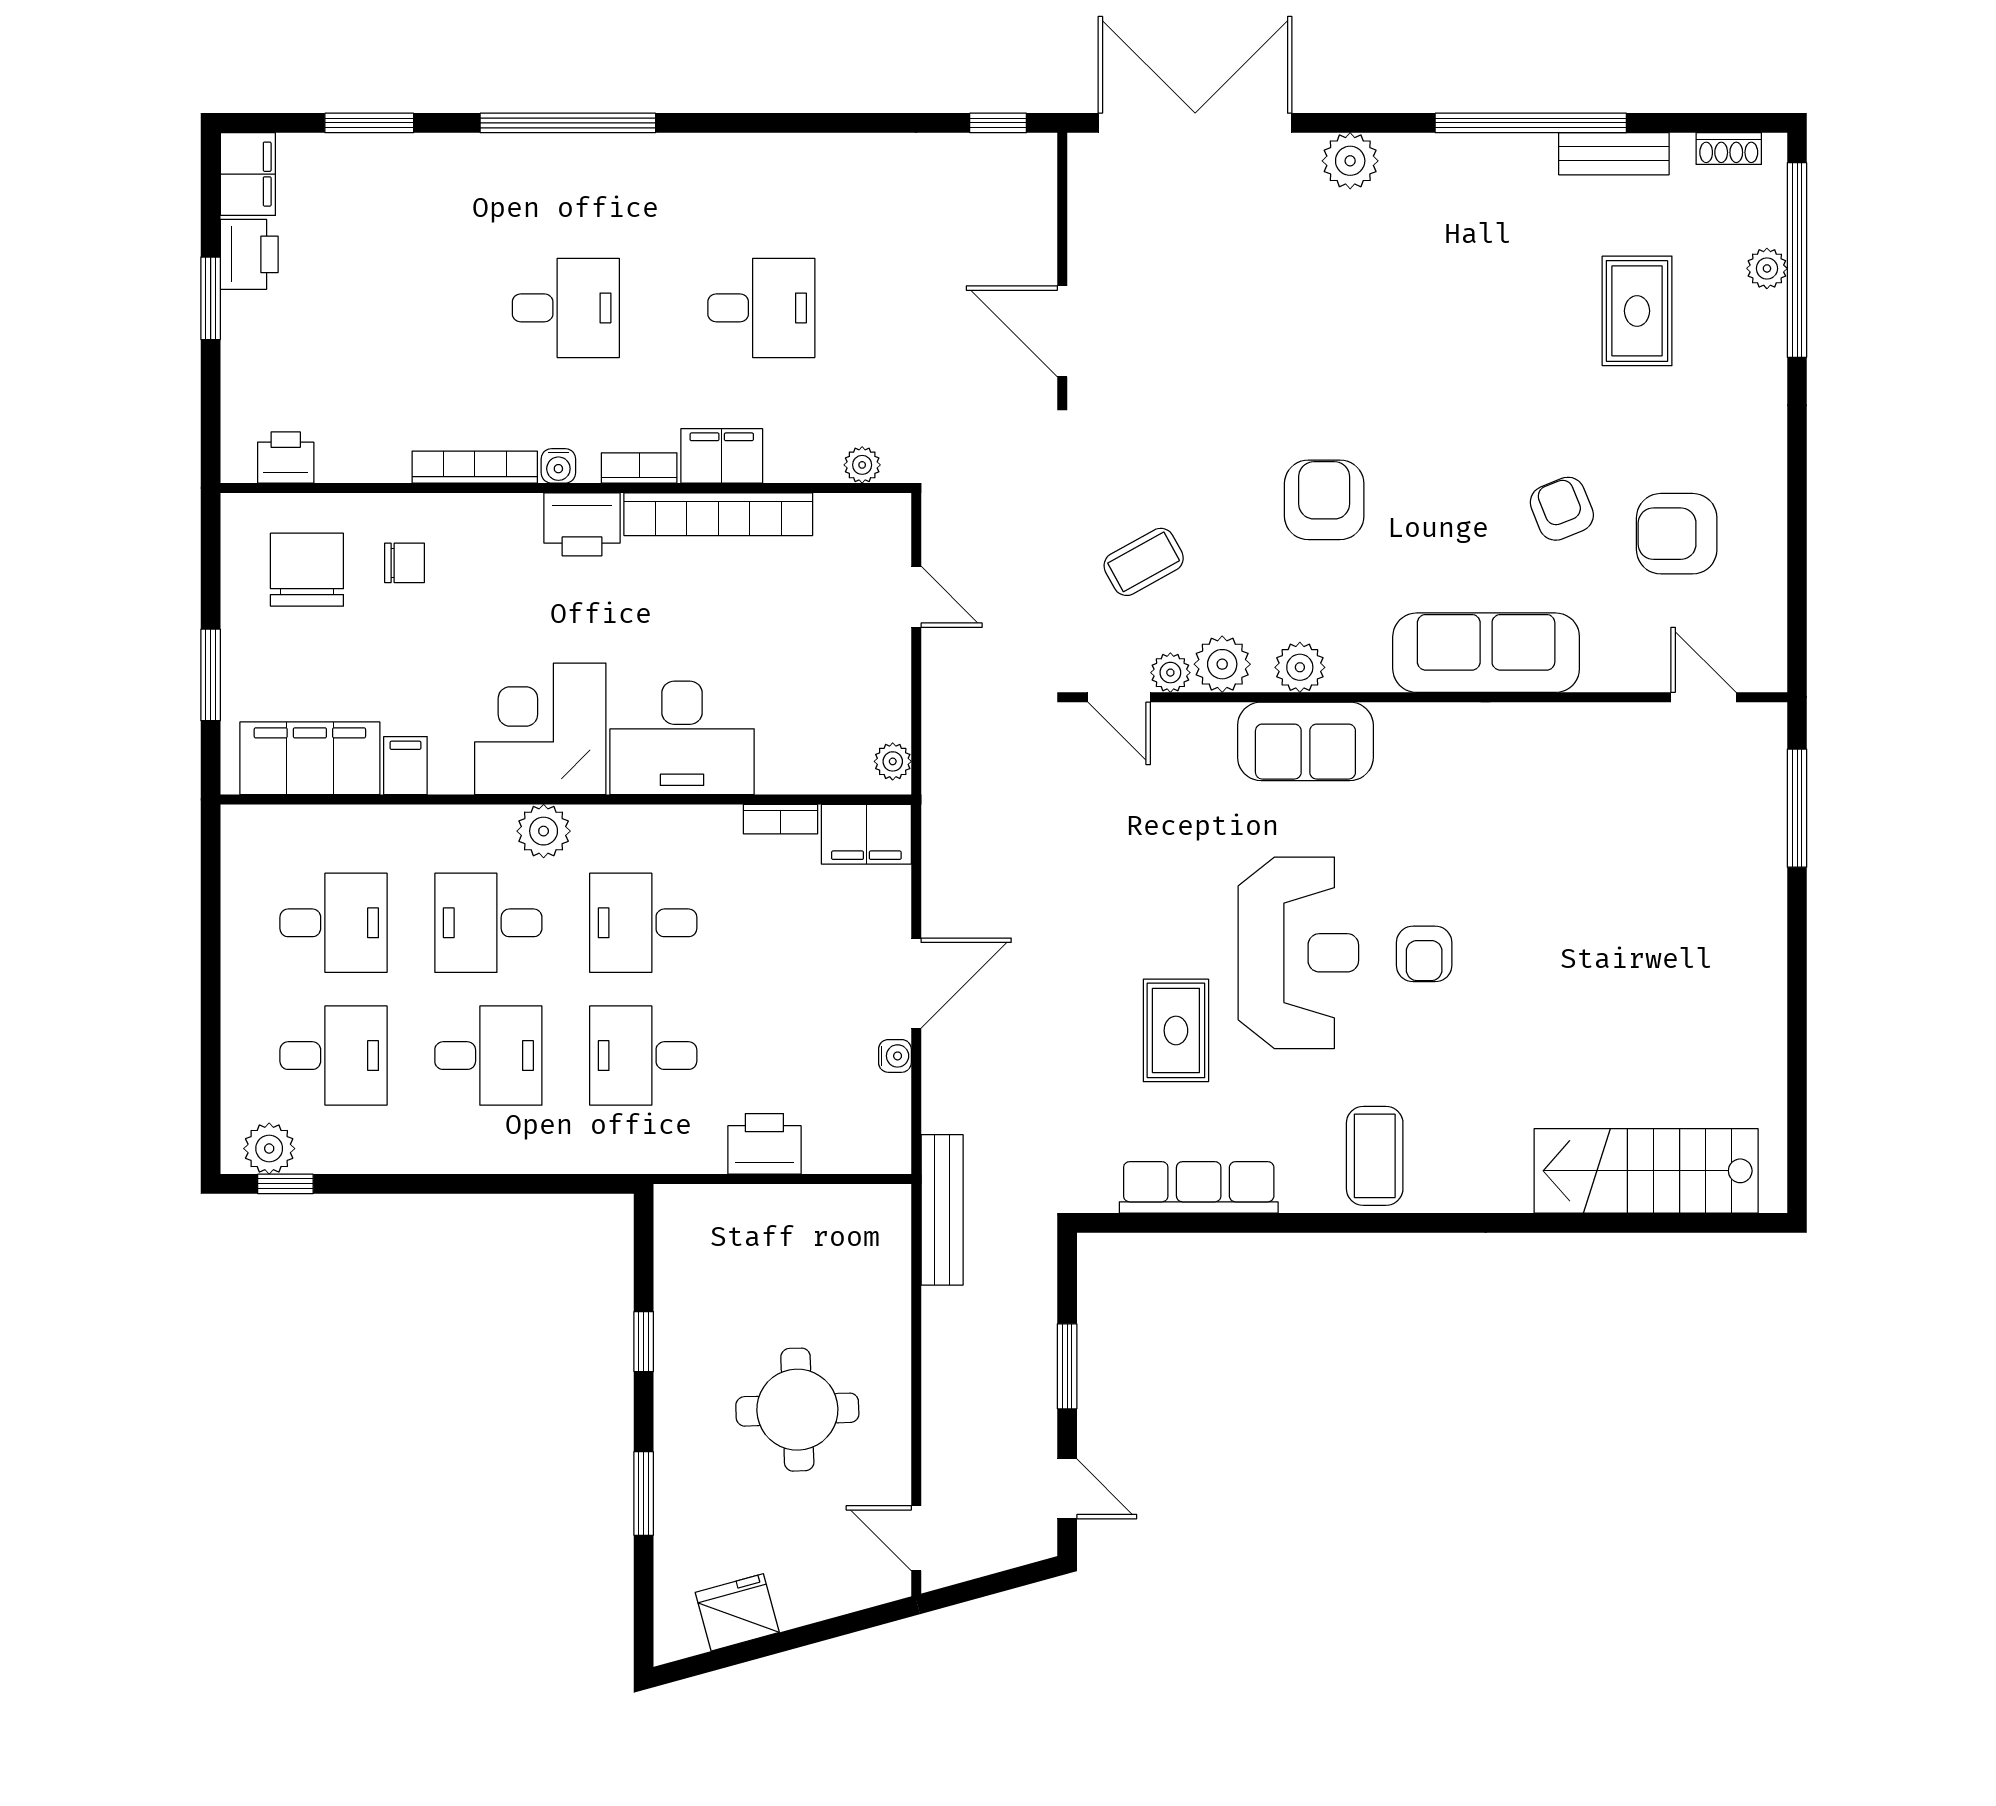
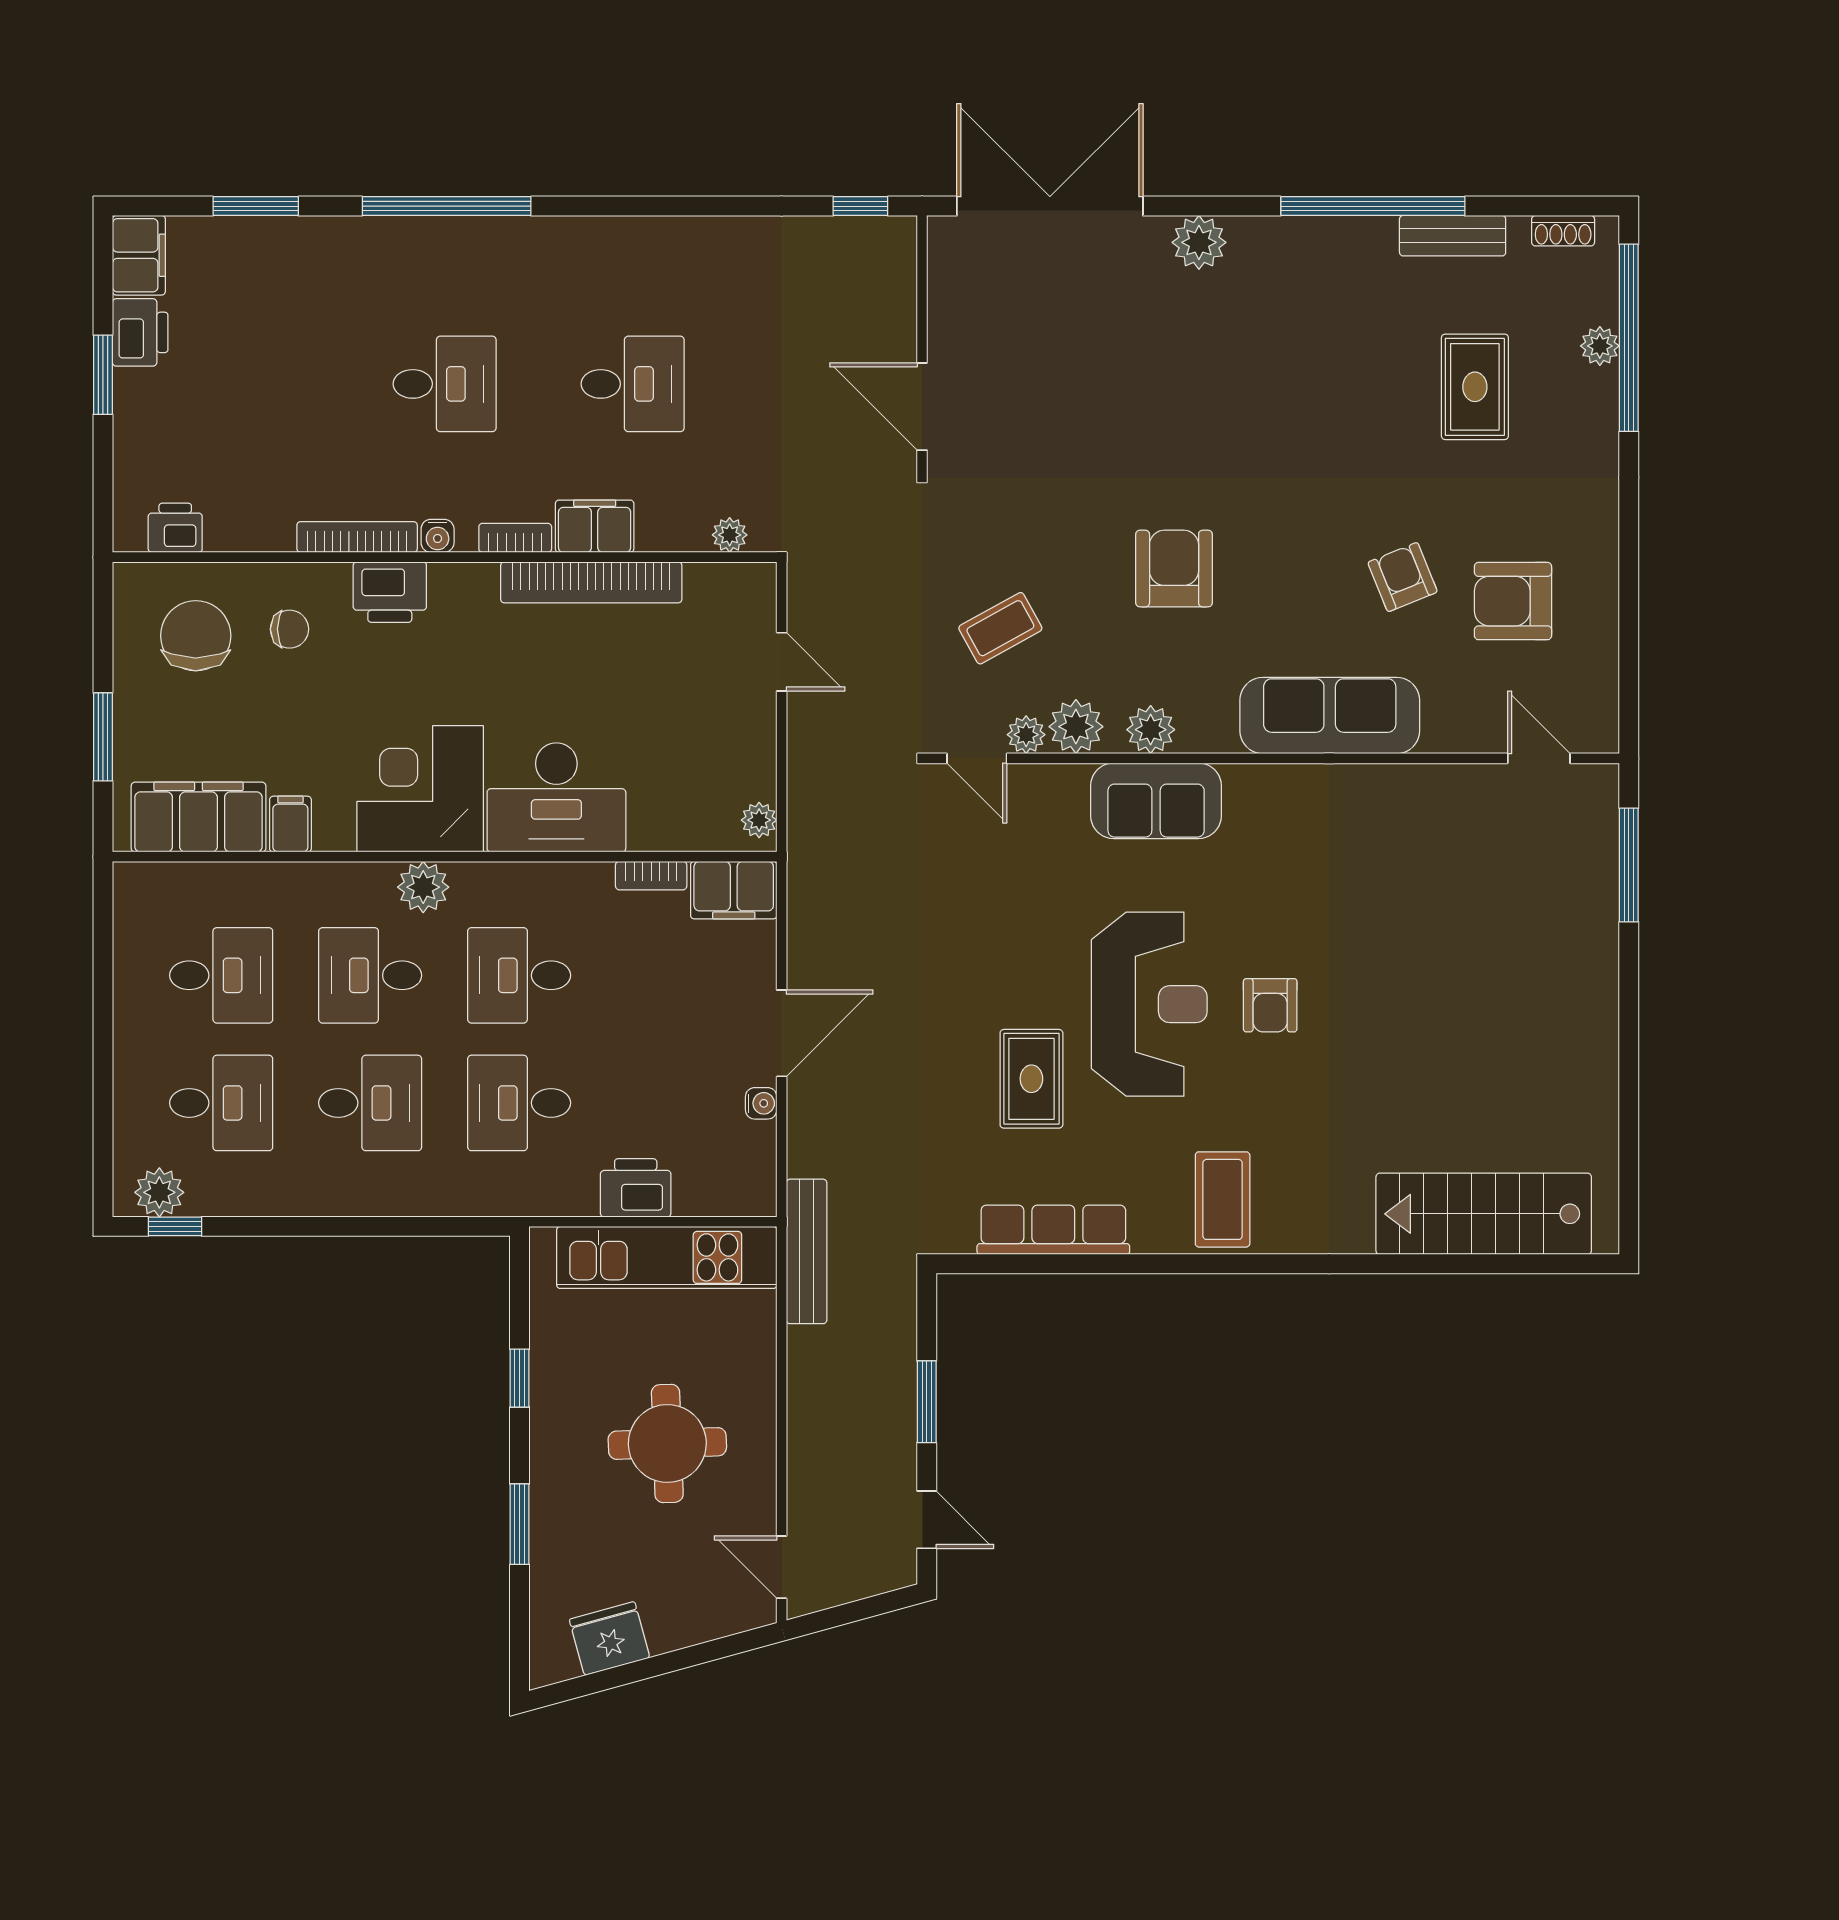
printer: (582, 524) -> (390, 592), moved
kitchen unit: (797, 1216) -> (667, 1257), added

